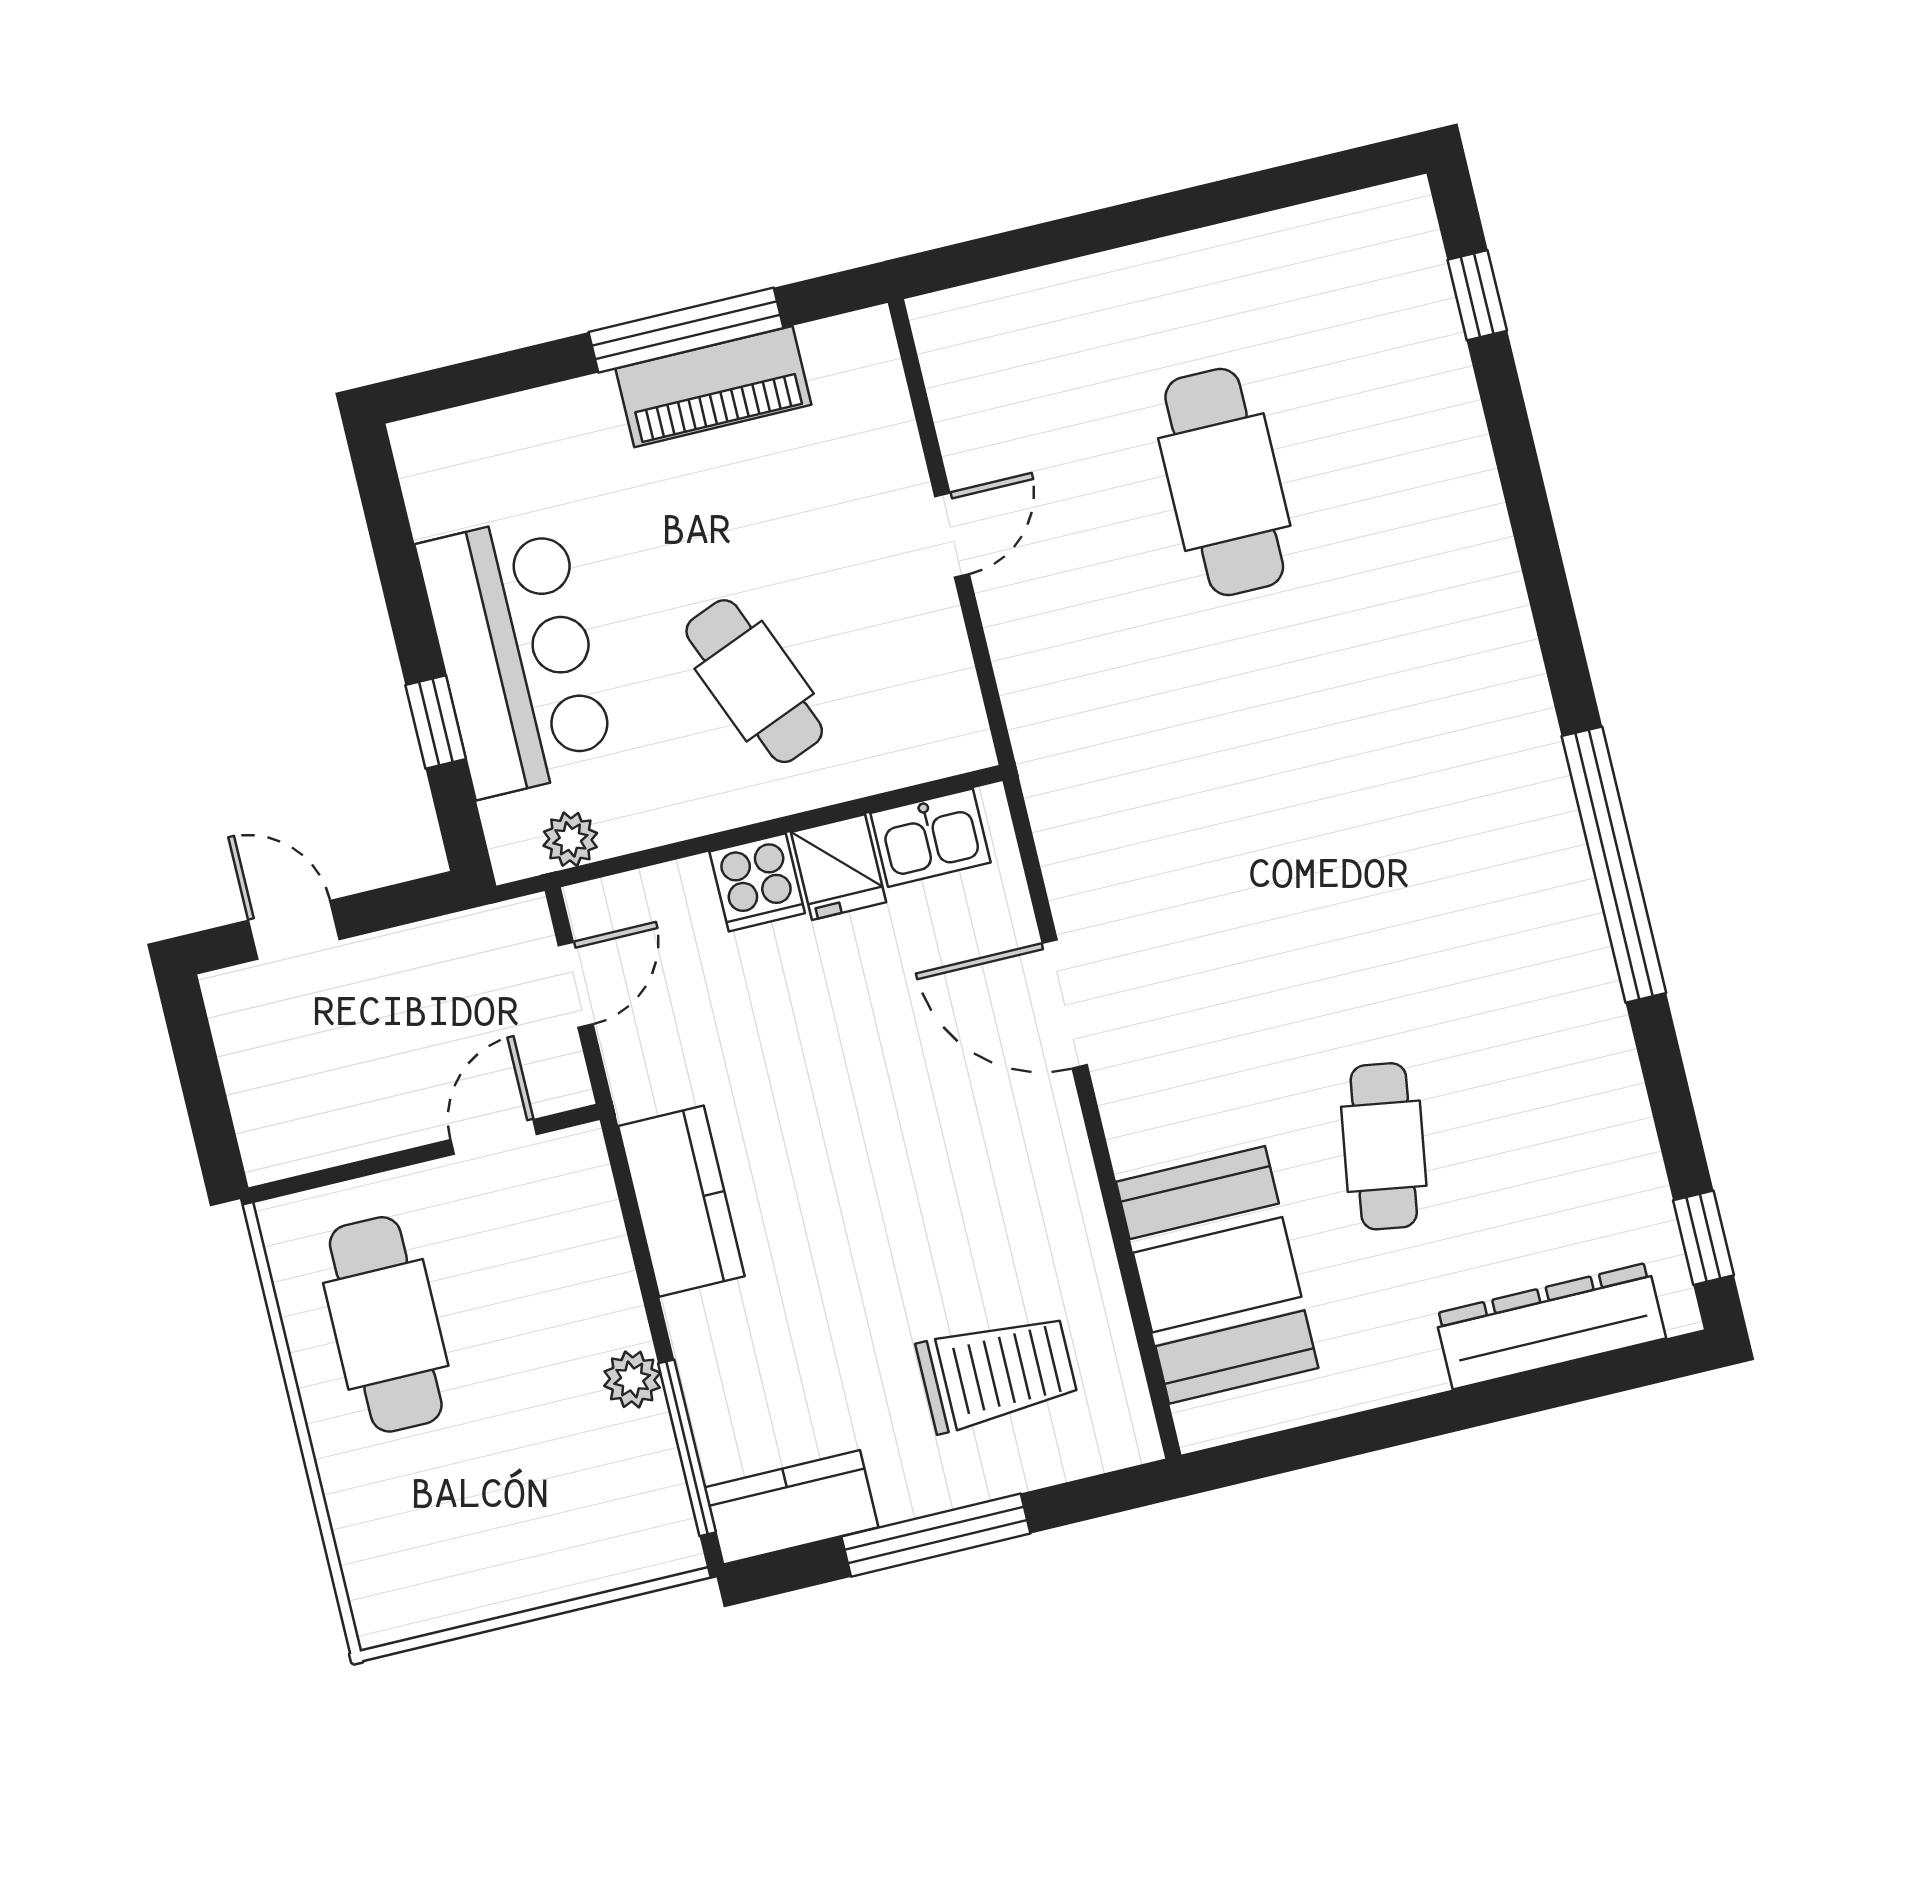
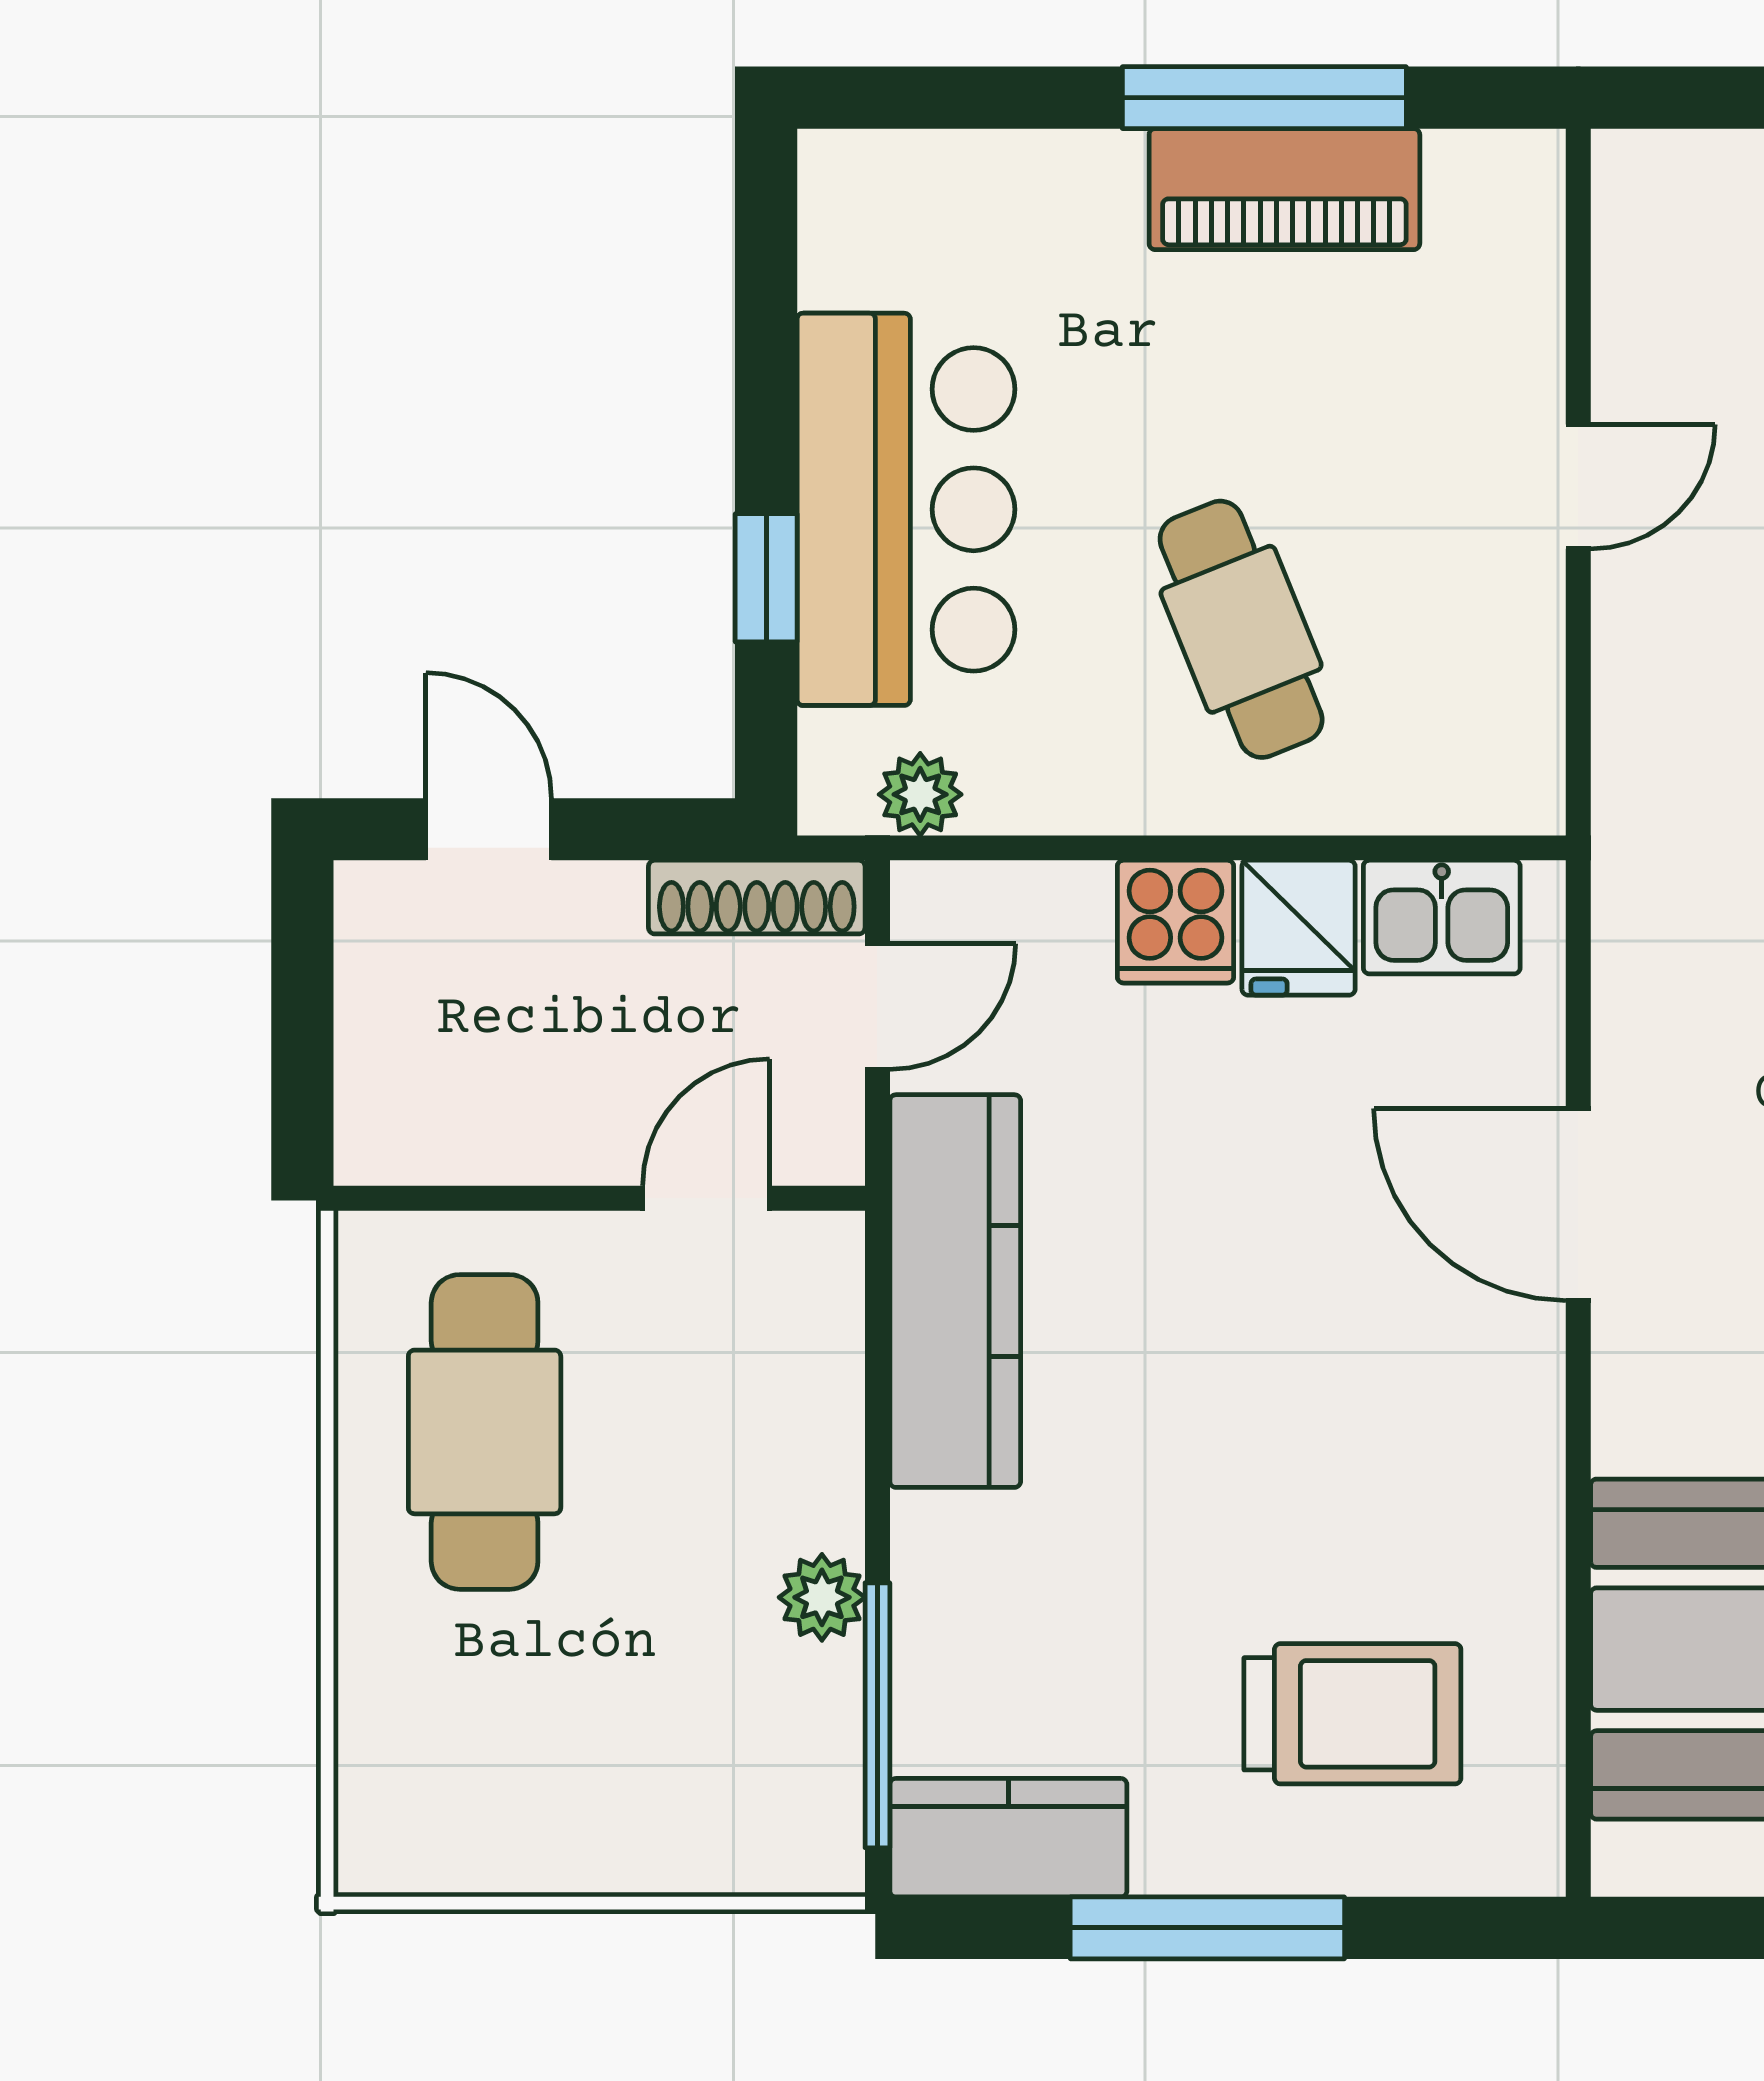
shoe rack: (480, 932) -> (757, 897), added
kitchen counter: (681, 1201) -> (955, 1291), width x1.50

